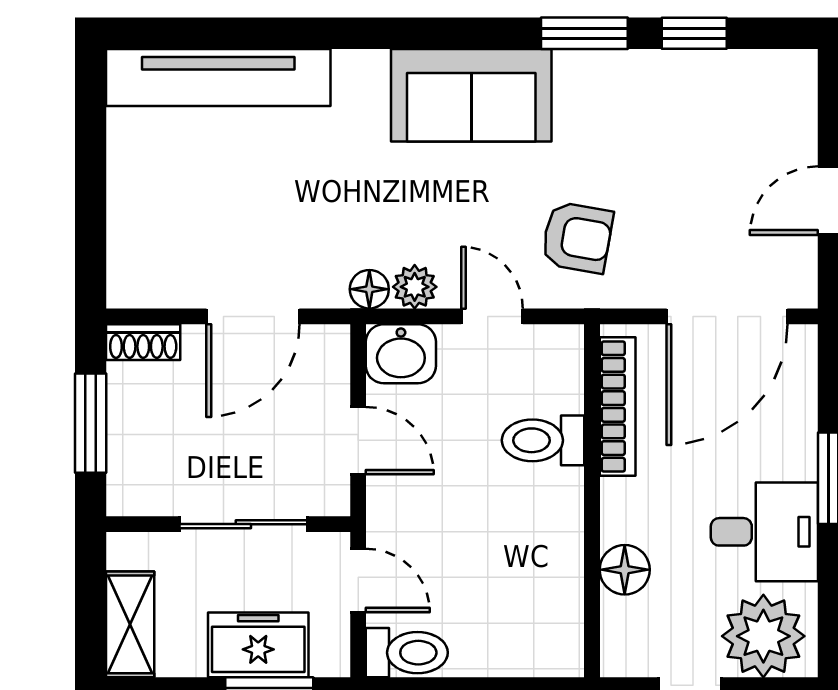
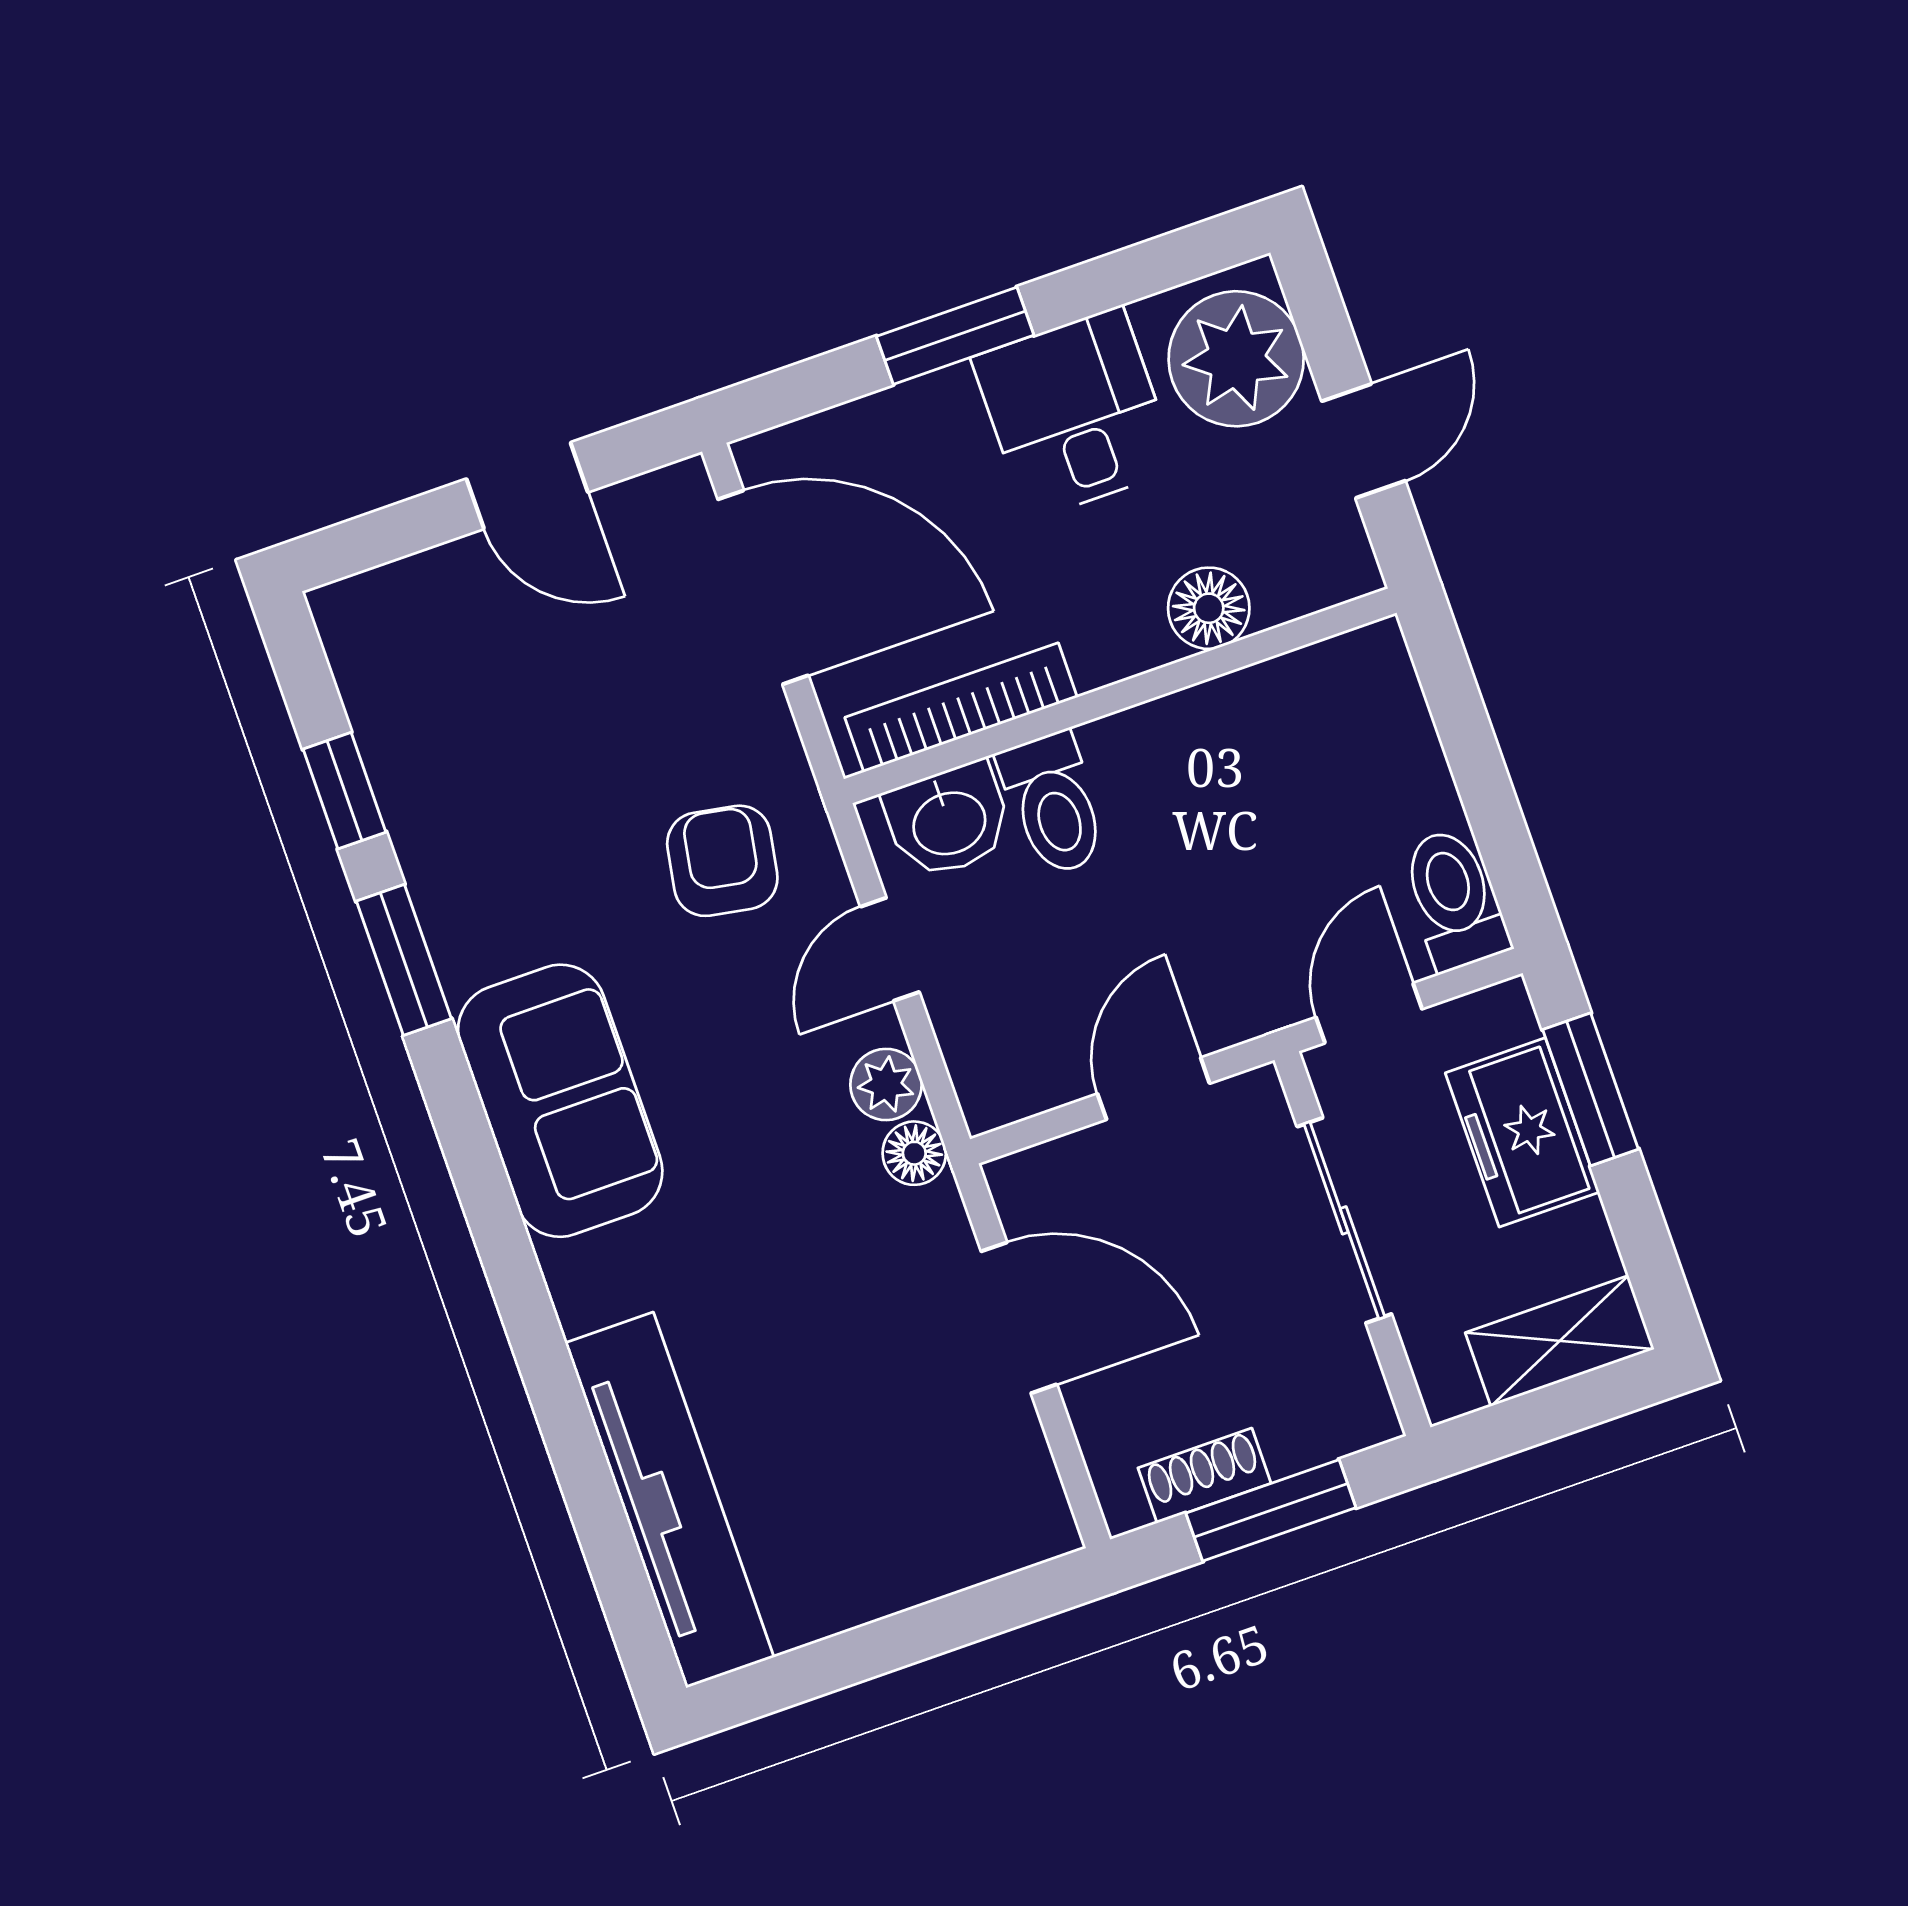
shoe rack: (143, 342) -> (1205, 1476), moved, turned -90
washbasin: (401, 354) -> (948, 821), moved, turned 90

